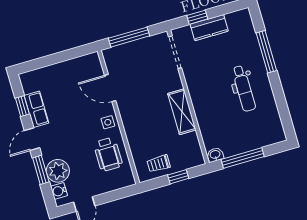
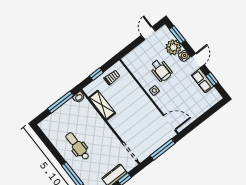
door: (110, 88) -> (169, 123), moved
shelving: (182, 112) -> (102, 105), moved
wheelchair: (108, 154) -> (161, 70), moved, turned 180
window: (41, 170) -> (177, 35), moved
water cooler: (59, 191) -> (184, 56), moved

